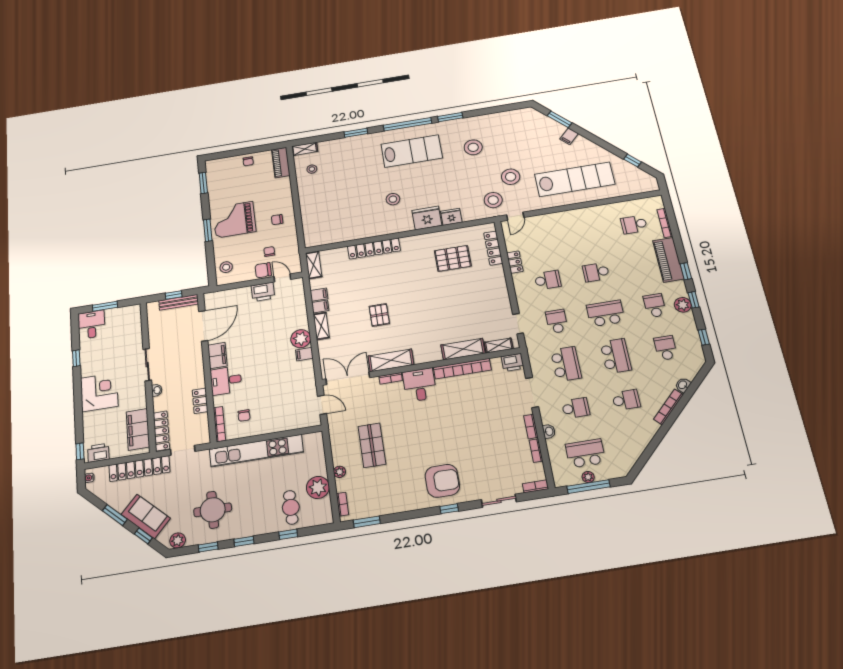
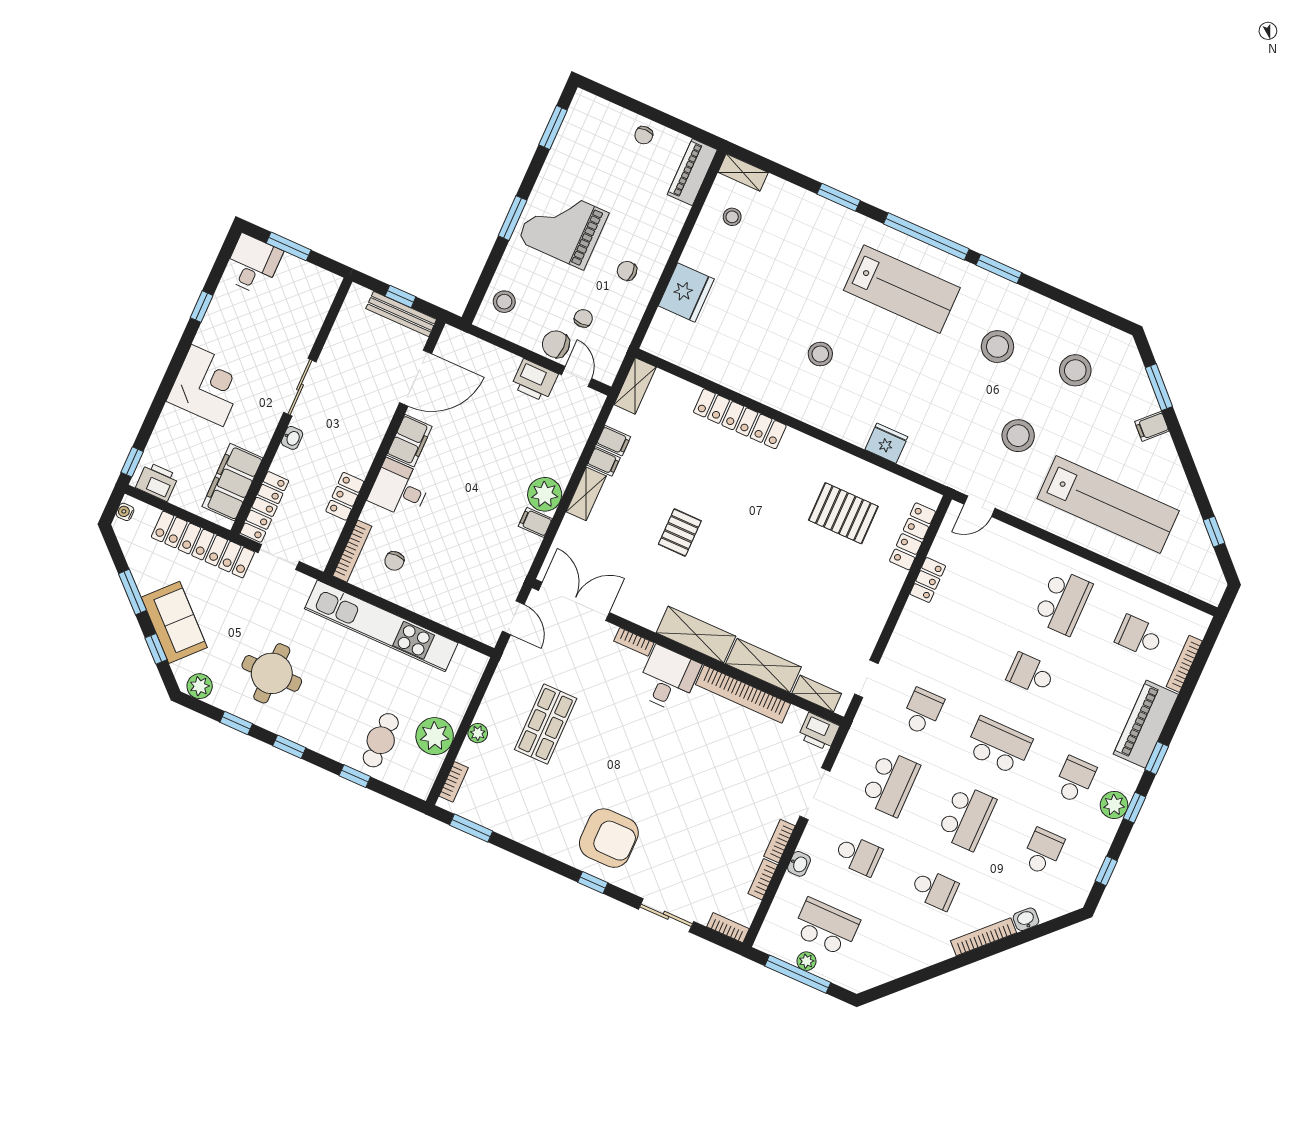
stool: (493, 200) -> (1075, 370), moved
fridge: (427, 218) -> (686, 292), moved, turned 90
school desk: (548, 280) -> (1063, 602), moved, width x1.85
shelving: (391, 360) -> (696, 634), moved

